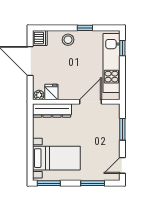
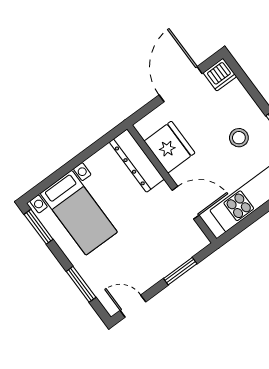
stool: (68, 40) -> (239, 138), moved
fridge: (51, 92) -> (169, 147), width x1.88, depth x1.34
plant: (39, 95) -> (144, 129), removed

